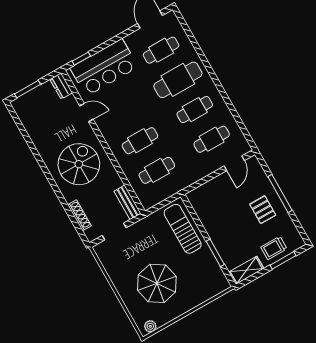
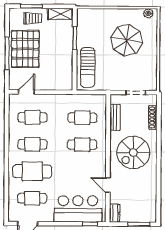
bench: (127, 202) -> (115, 117), moved
pallet: (263, 210) -> (25, 49), width x2.05, depth x2.00

